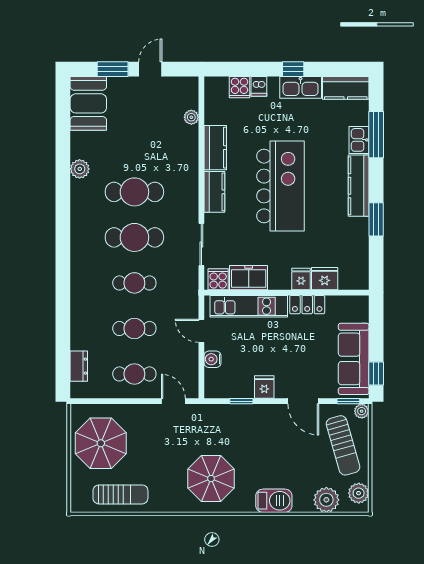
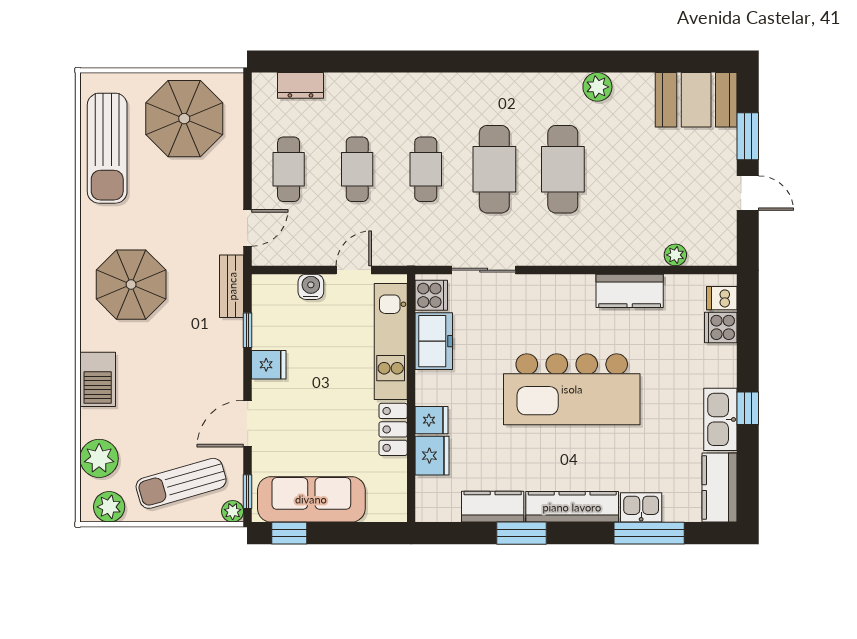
dishwasher: (259, 86) -> (722, 298), moved
kitchen counter: (214, 192) -> (493, 507), moved, turned 180
bench: (212, 412) -> (232, 286), added
sun lounger: (120, 494) -> (107, 148), width x1.36, depth x1.34

